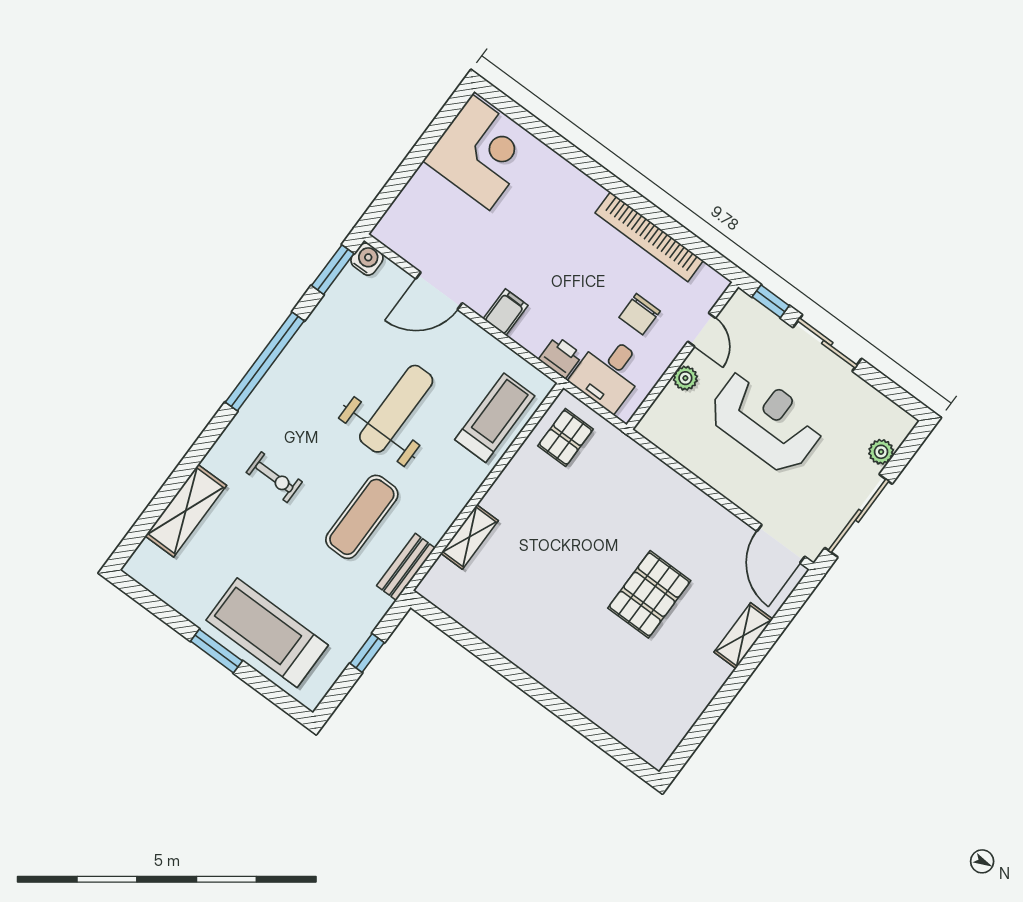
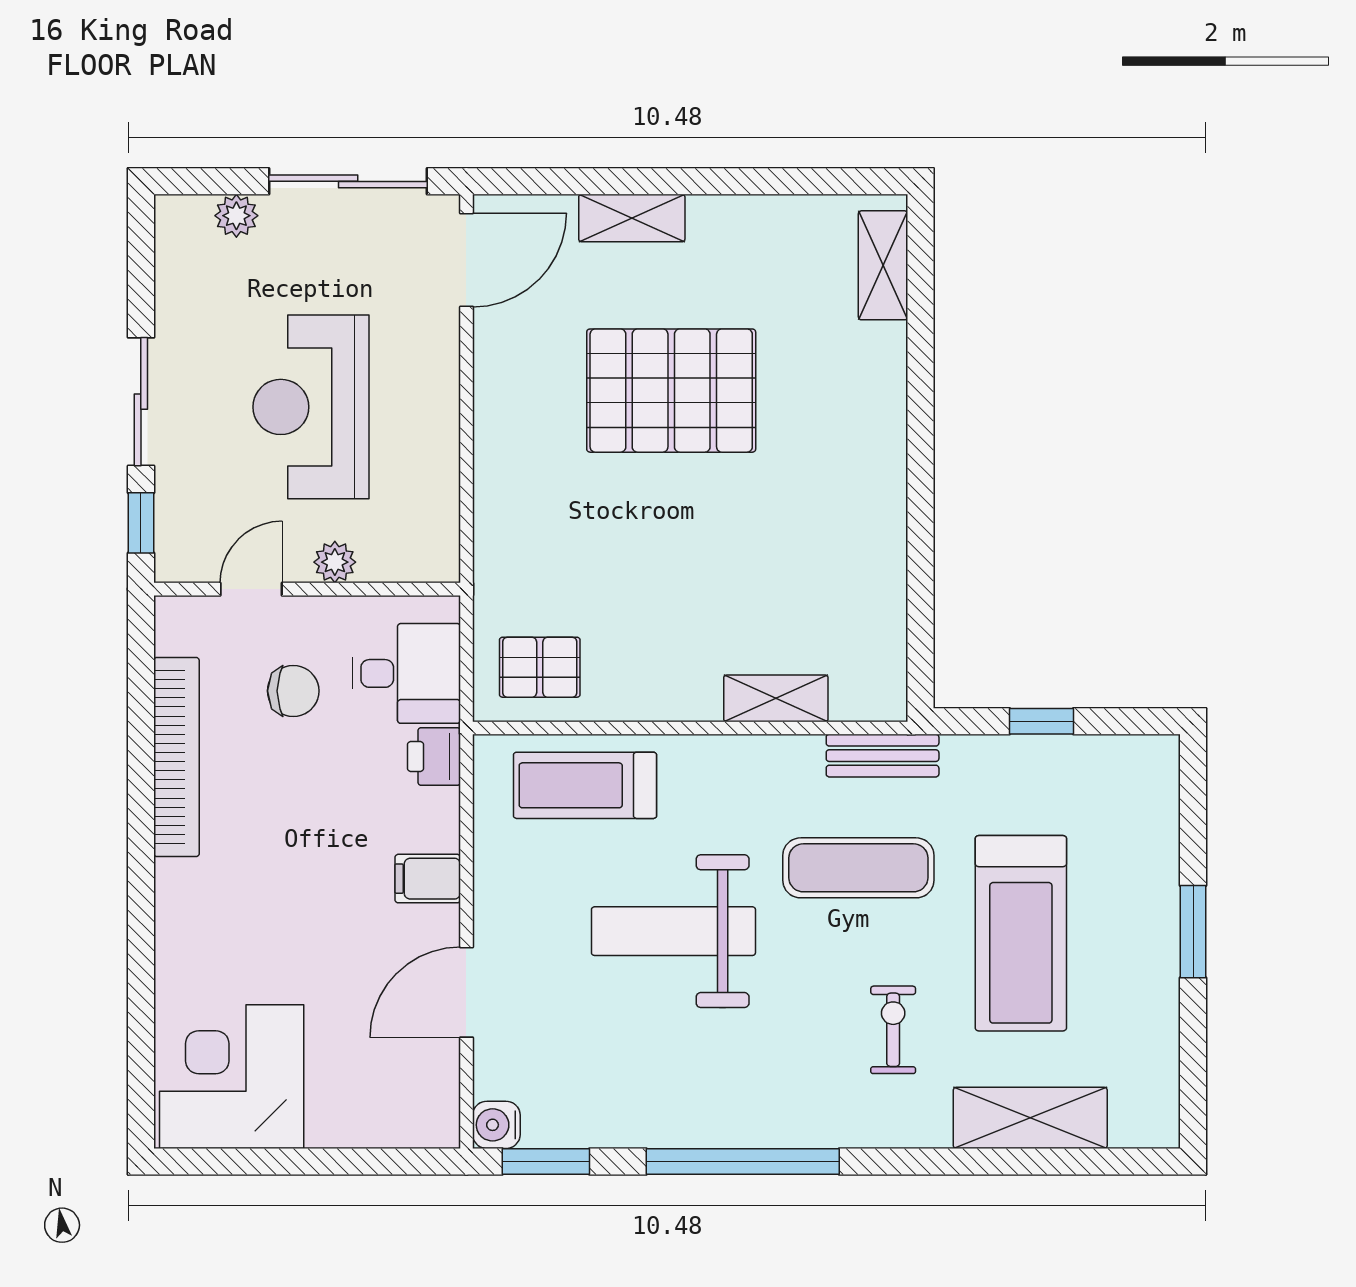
door: (439, 291) -> (466, 992), swing flipped
pallet: (649, 594) -> (671, 391), width x1.37, depth x1.41
treadmill: (267, 633) -> (1021, 933), moved
shelving: (635, 737) -> (883, 265), added

